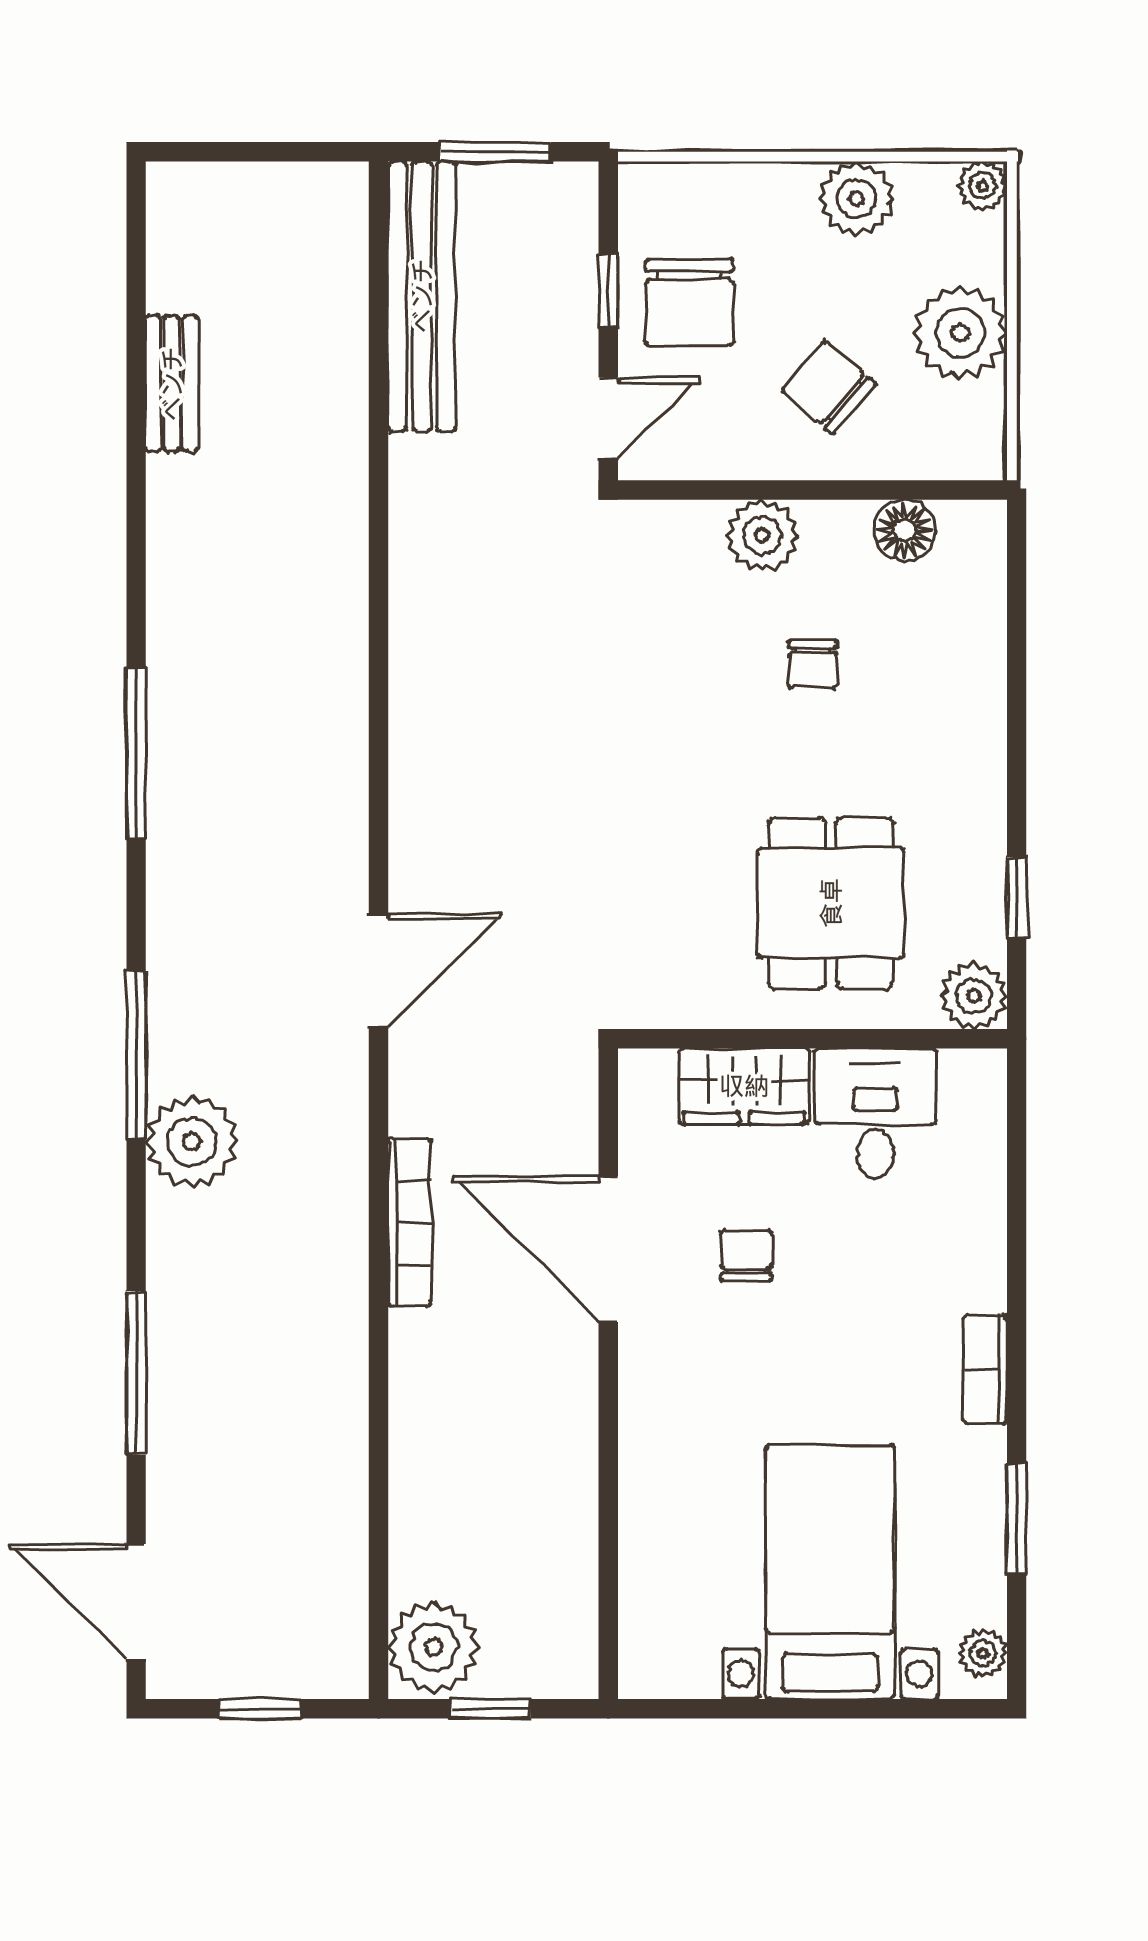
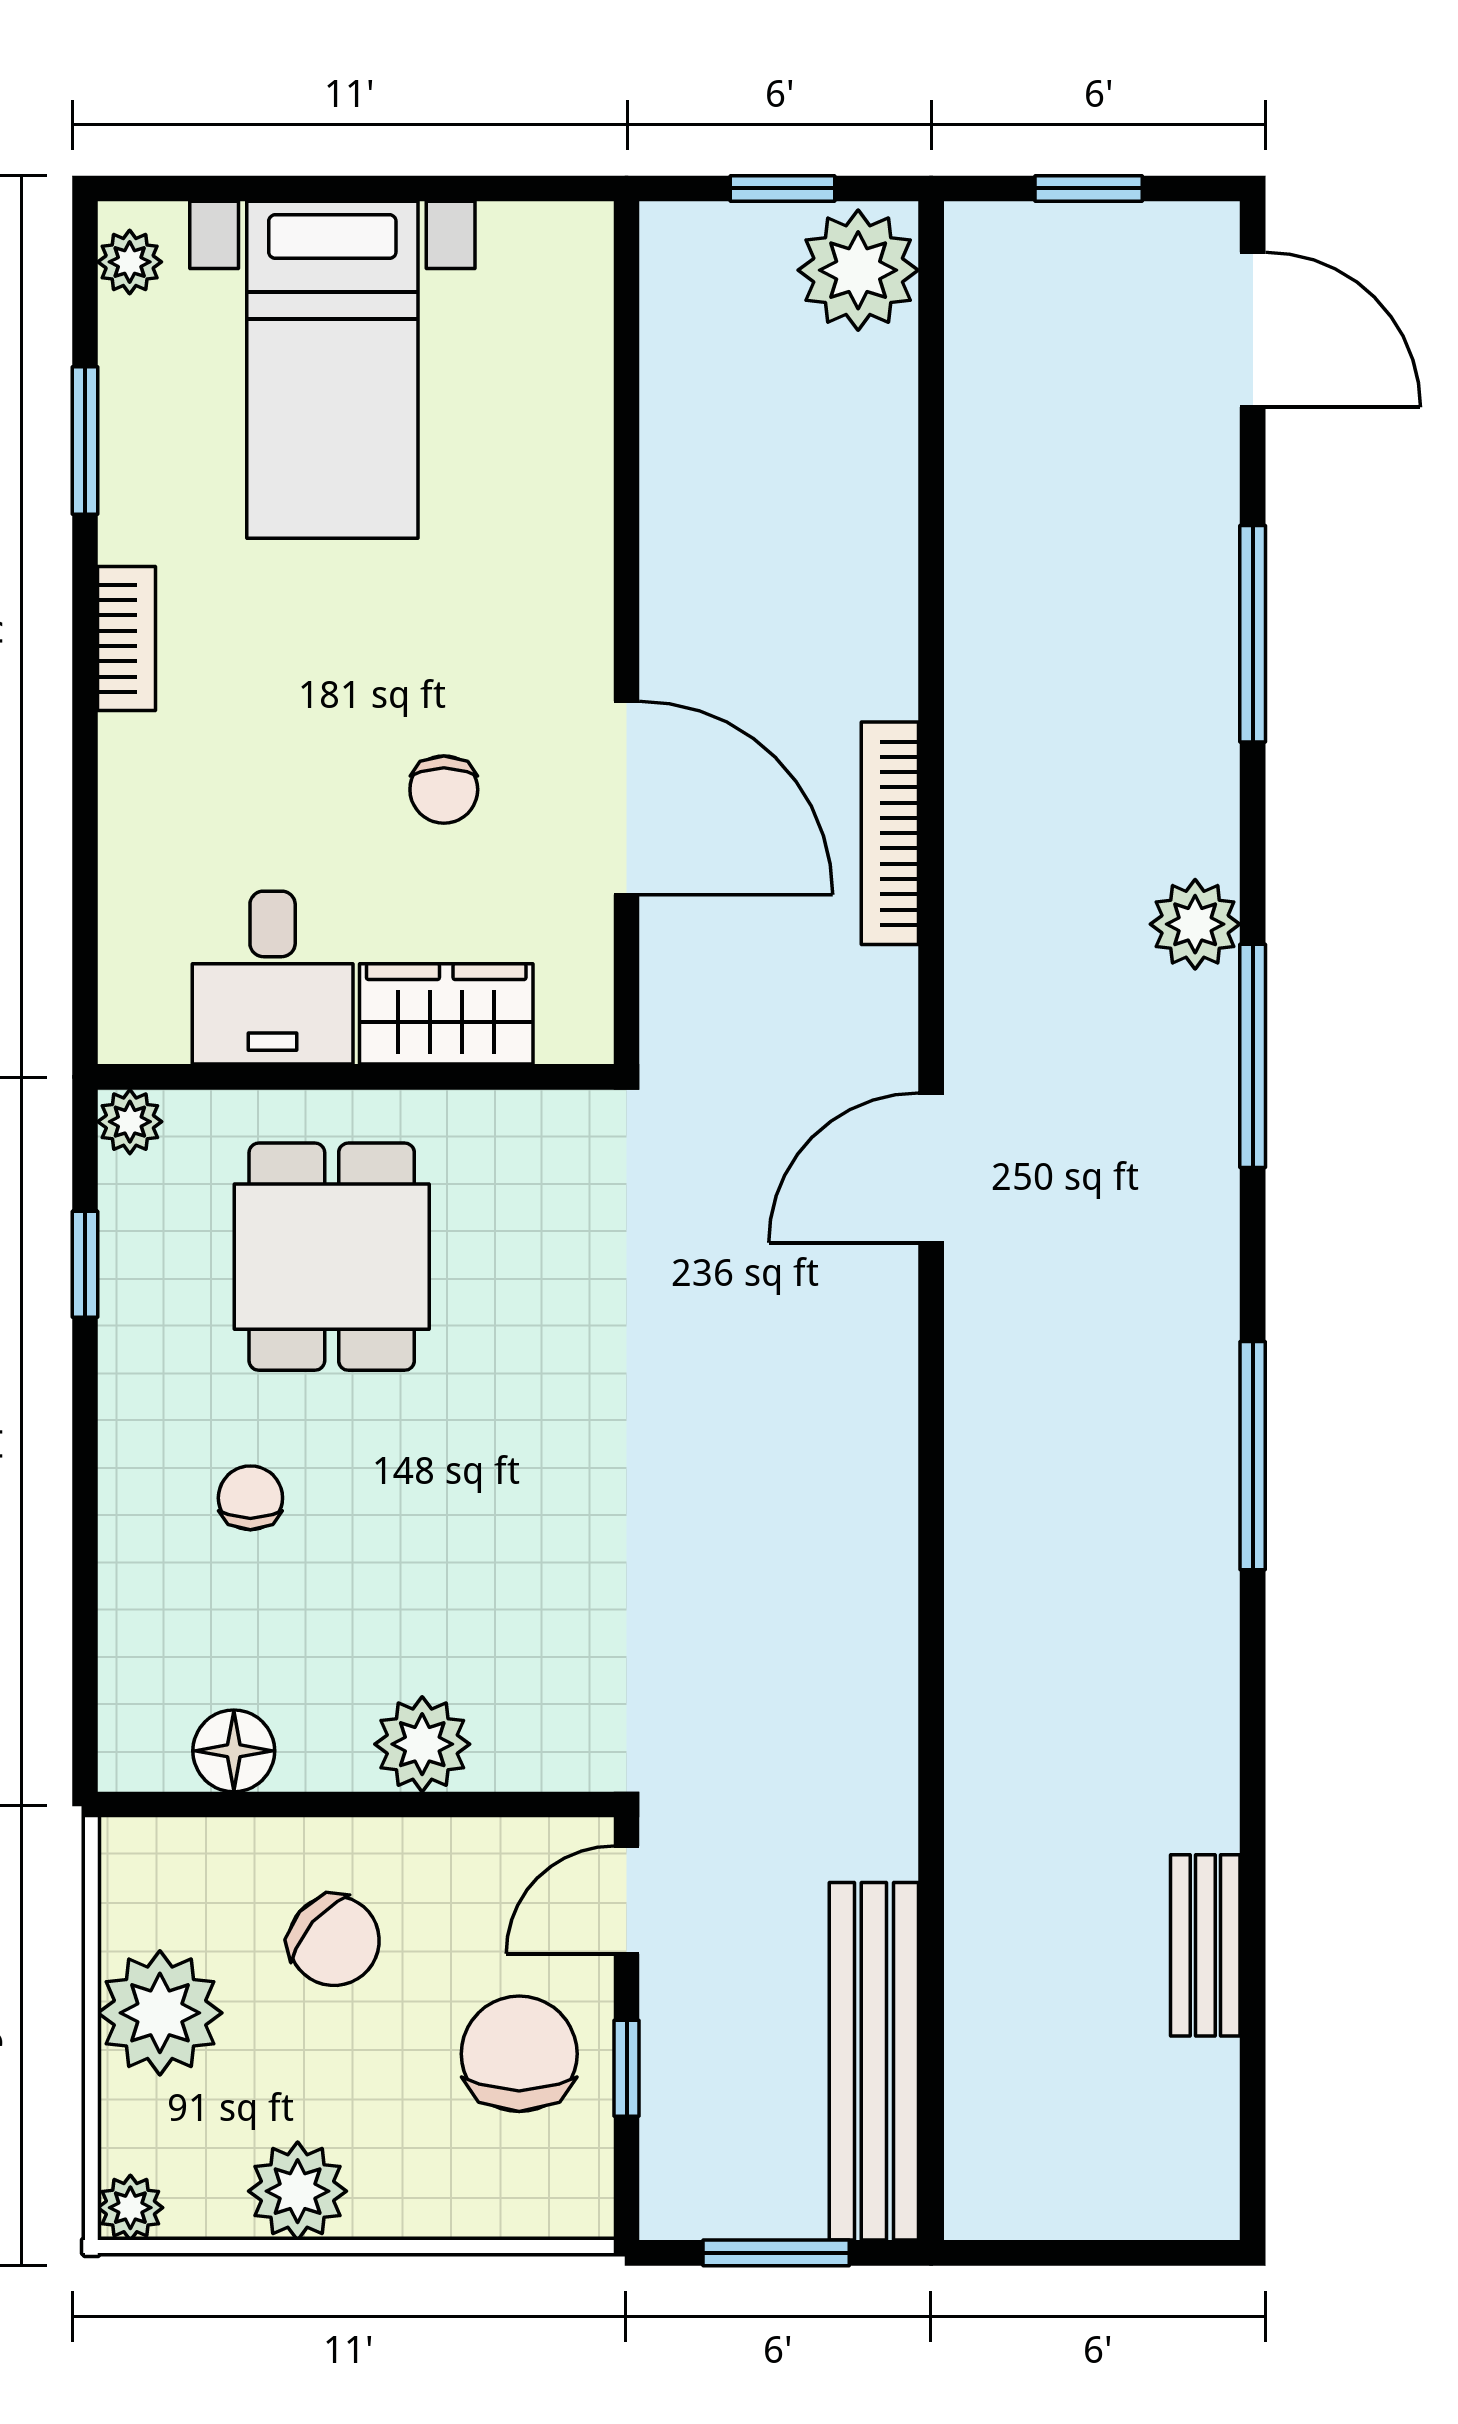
chair: (813, 664) -> (250, 1498), moved
plant: (974, 996) -> (130, 1122), width x0.73, depth x0.73
plant: (192, 1142) -> (1195, 924), width x0.73, depth x0.73

